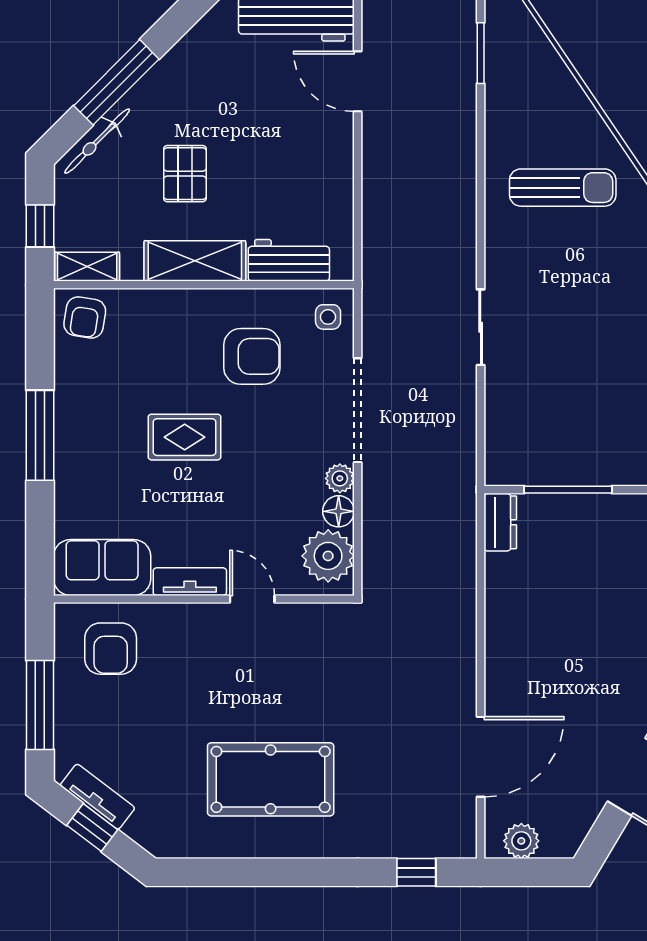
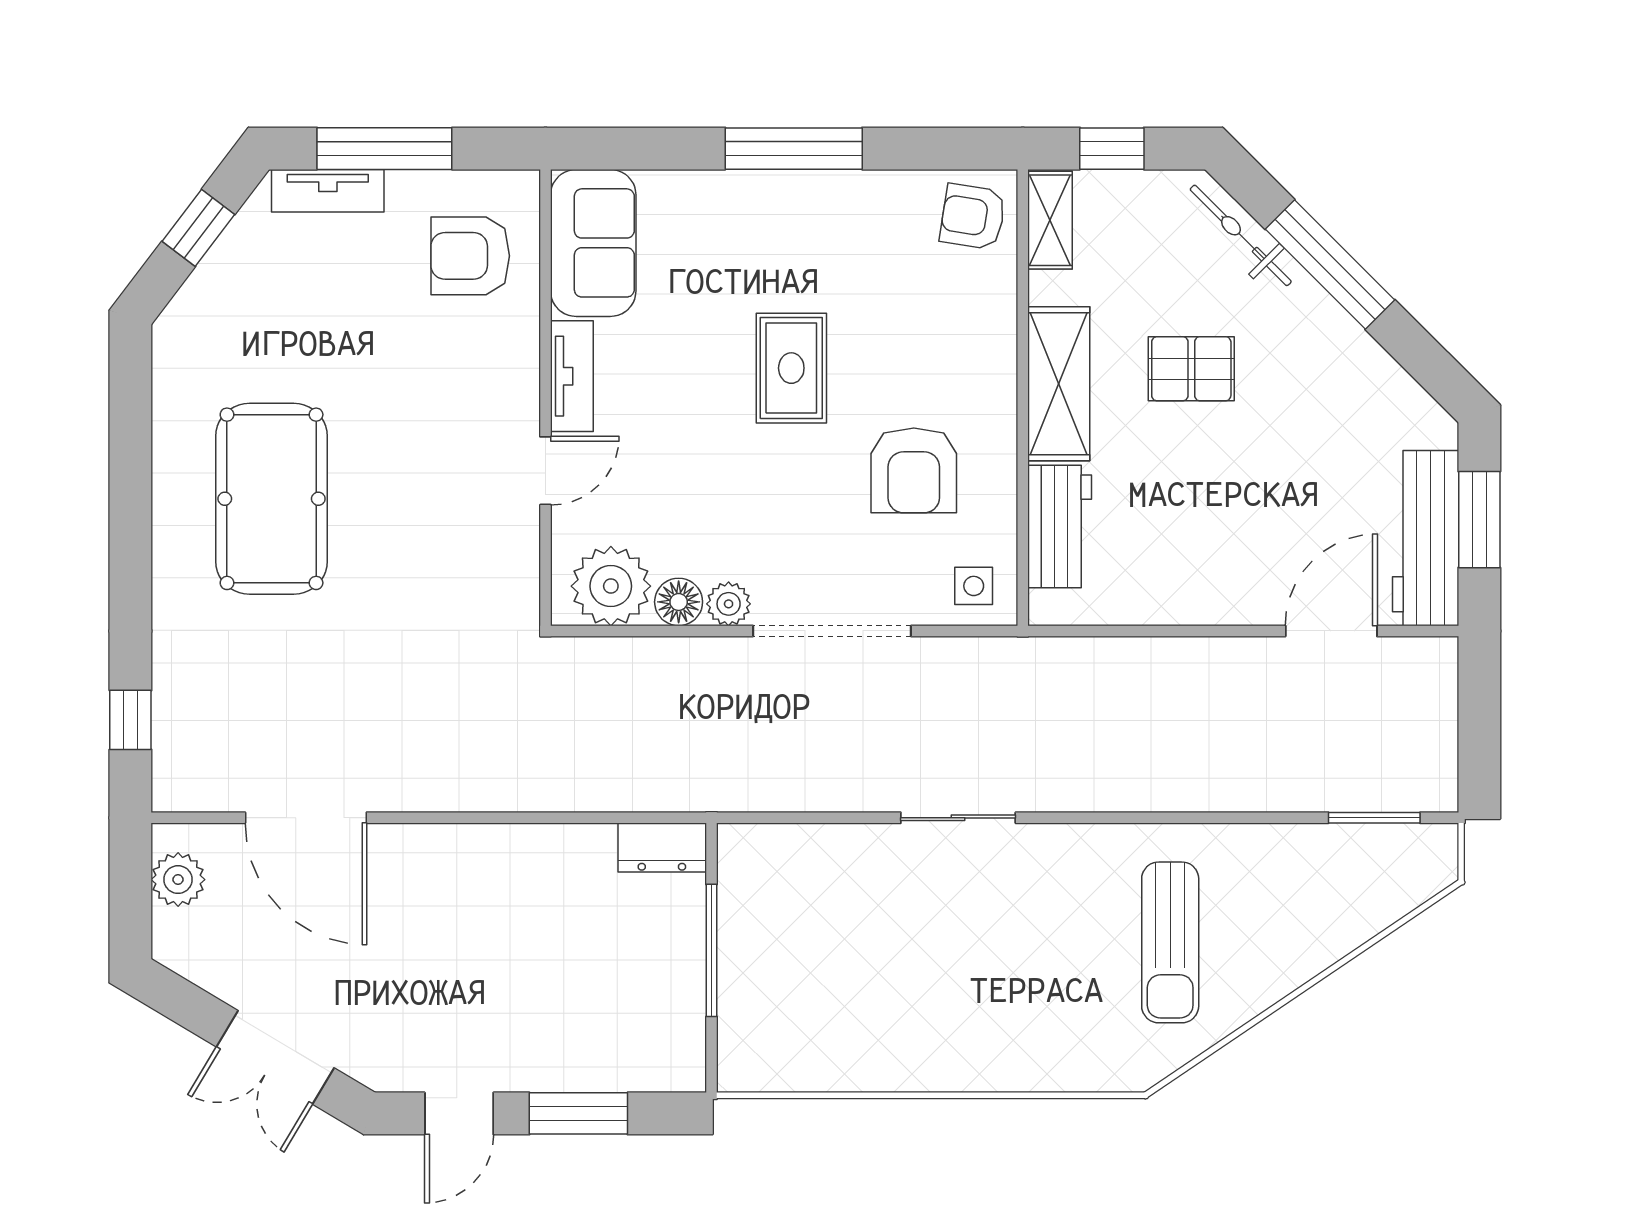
tv unit: (98, 797) -> (328, 191), moved, turned 53

